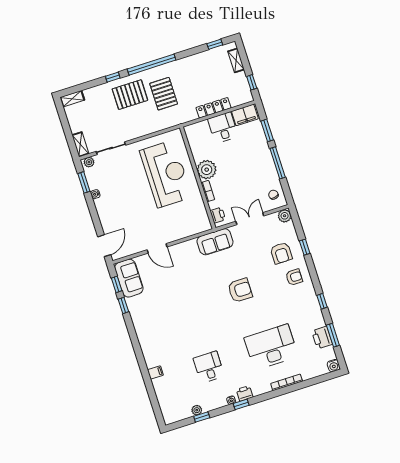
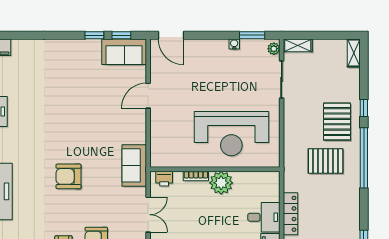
armchair: (240, 290) -> (69, 176), turned 90

